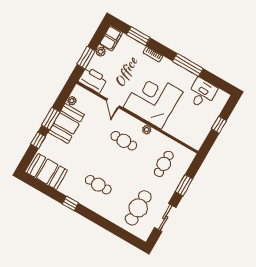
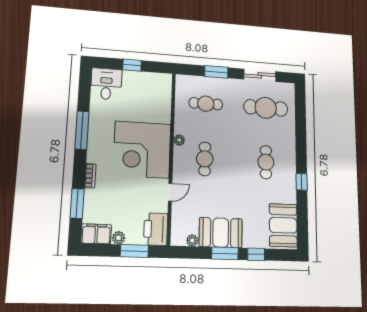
desk: (202, 93) -> (106, 84), moved, turned 90

